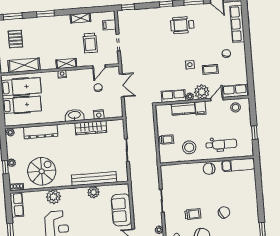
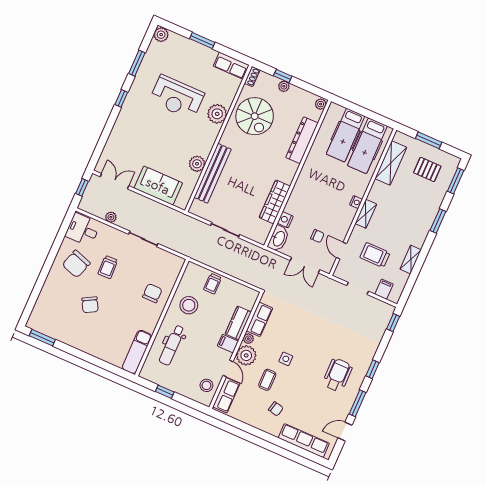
washbasin: (74, 115) -> (279, 239), moved
chair: (209, 169) -> (152, 293), moved

